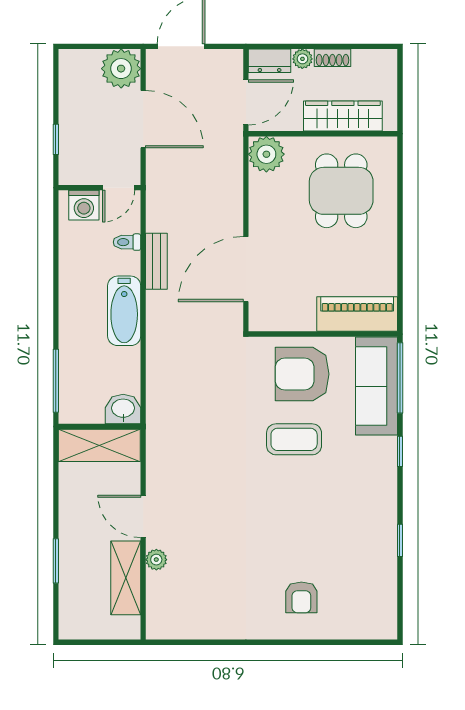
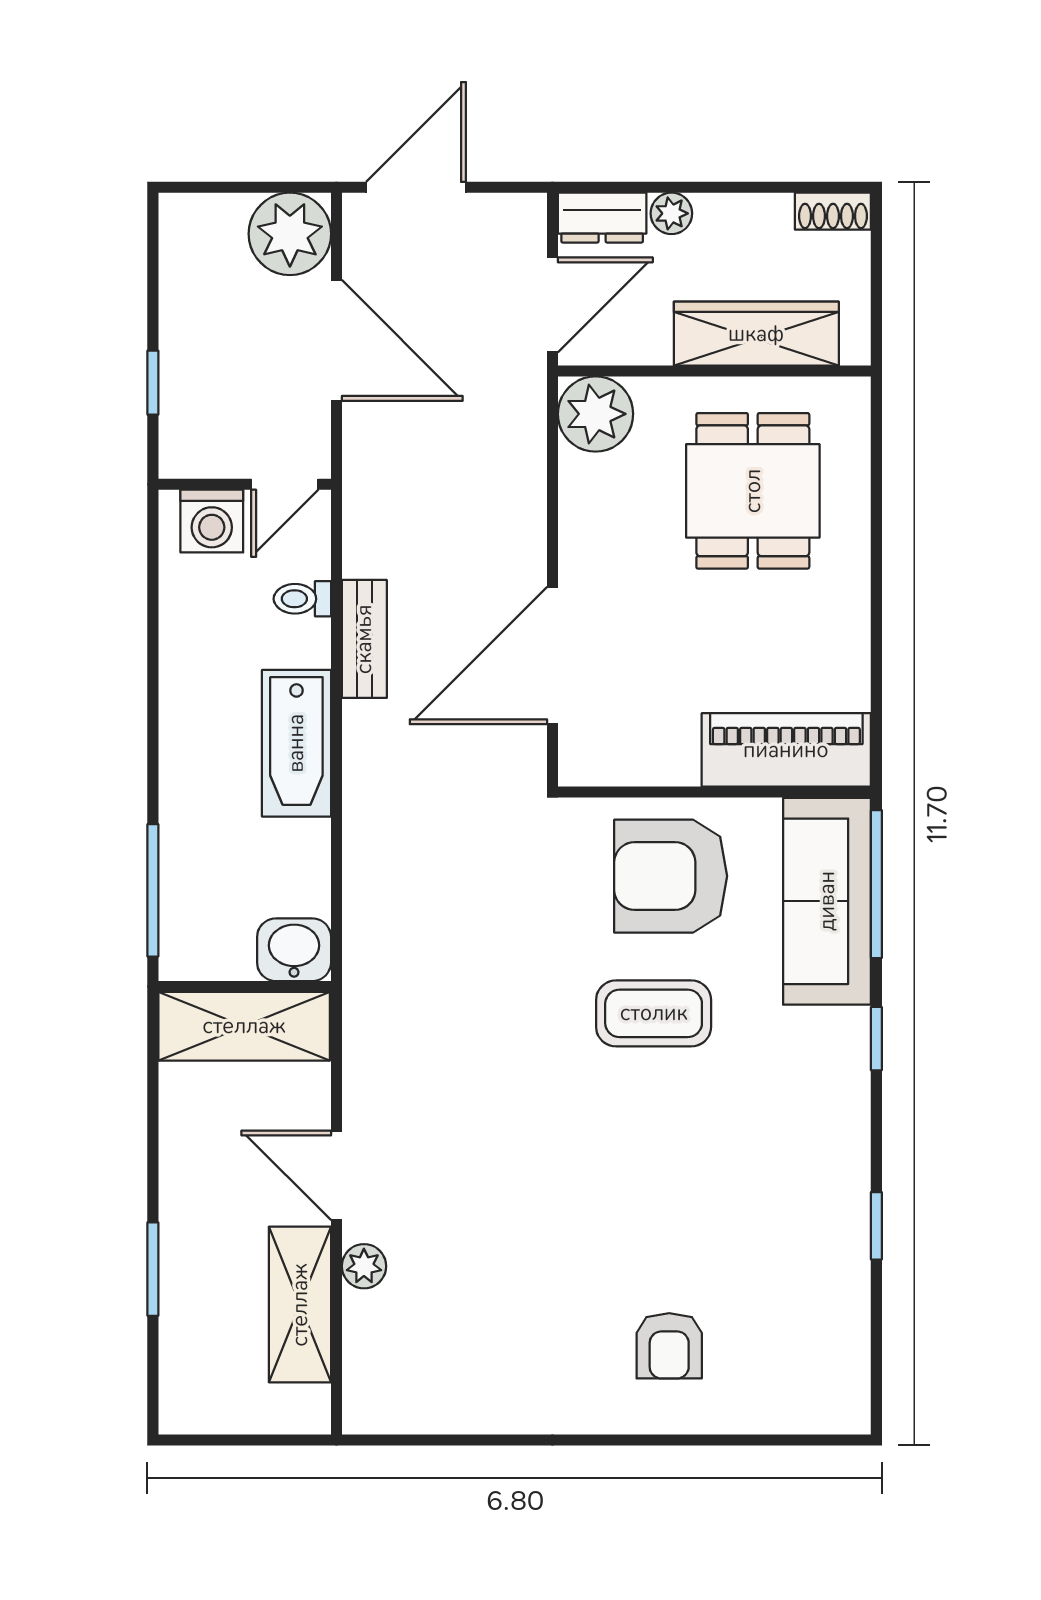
shoe rack: (332, 58) -> (833, 211), moved

